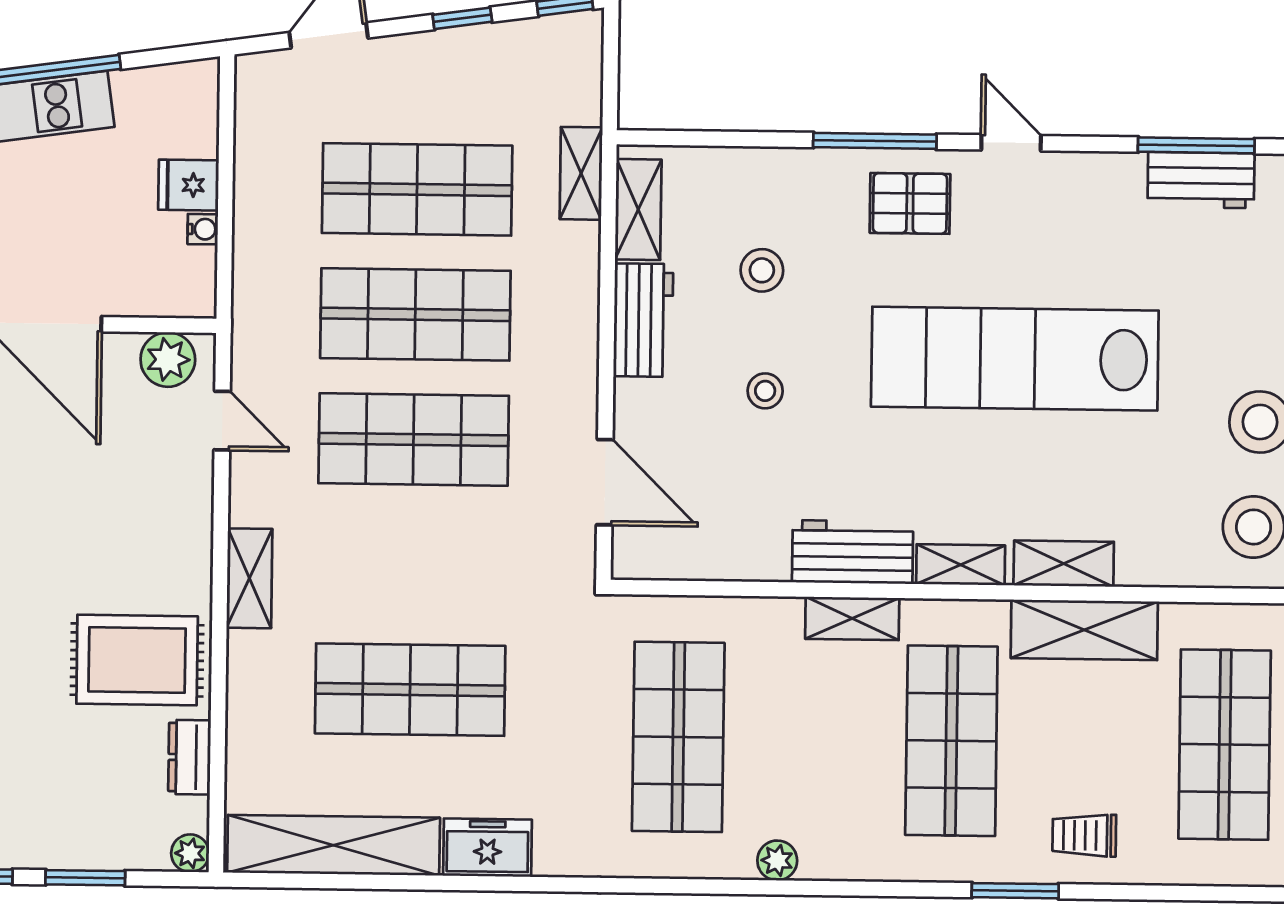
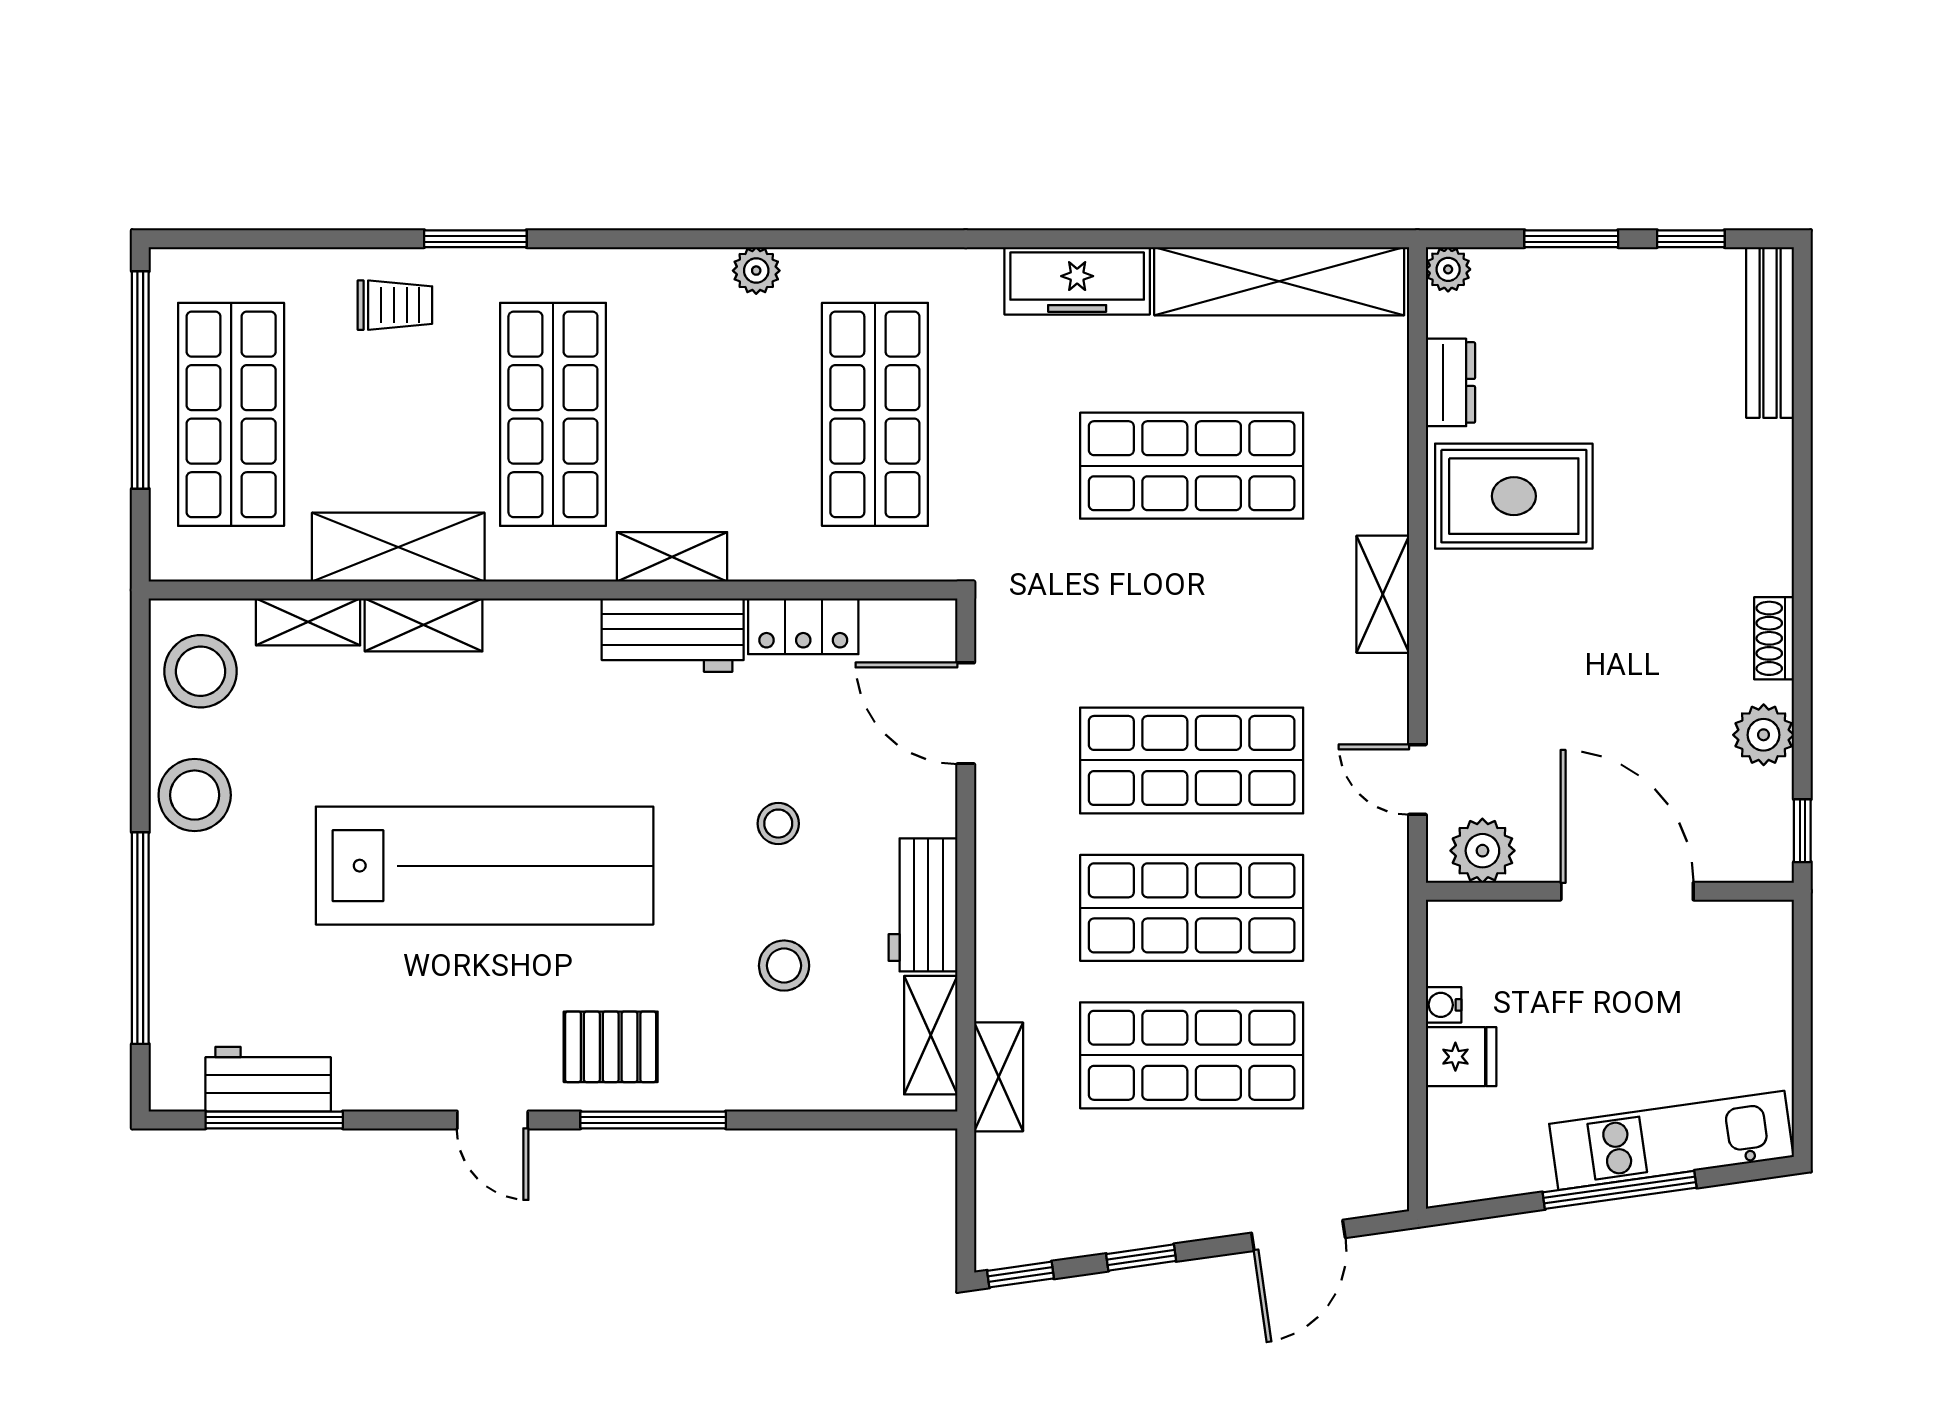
locker: (742, 558) -> (803, 626), added
shelving: (961, 565) -> (308, 622), moved
freezer: (487, 848) -> (1077, 281), width x1.40

